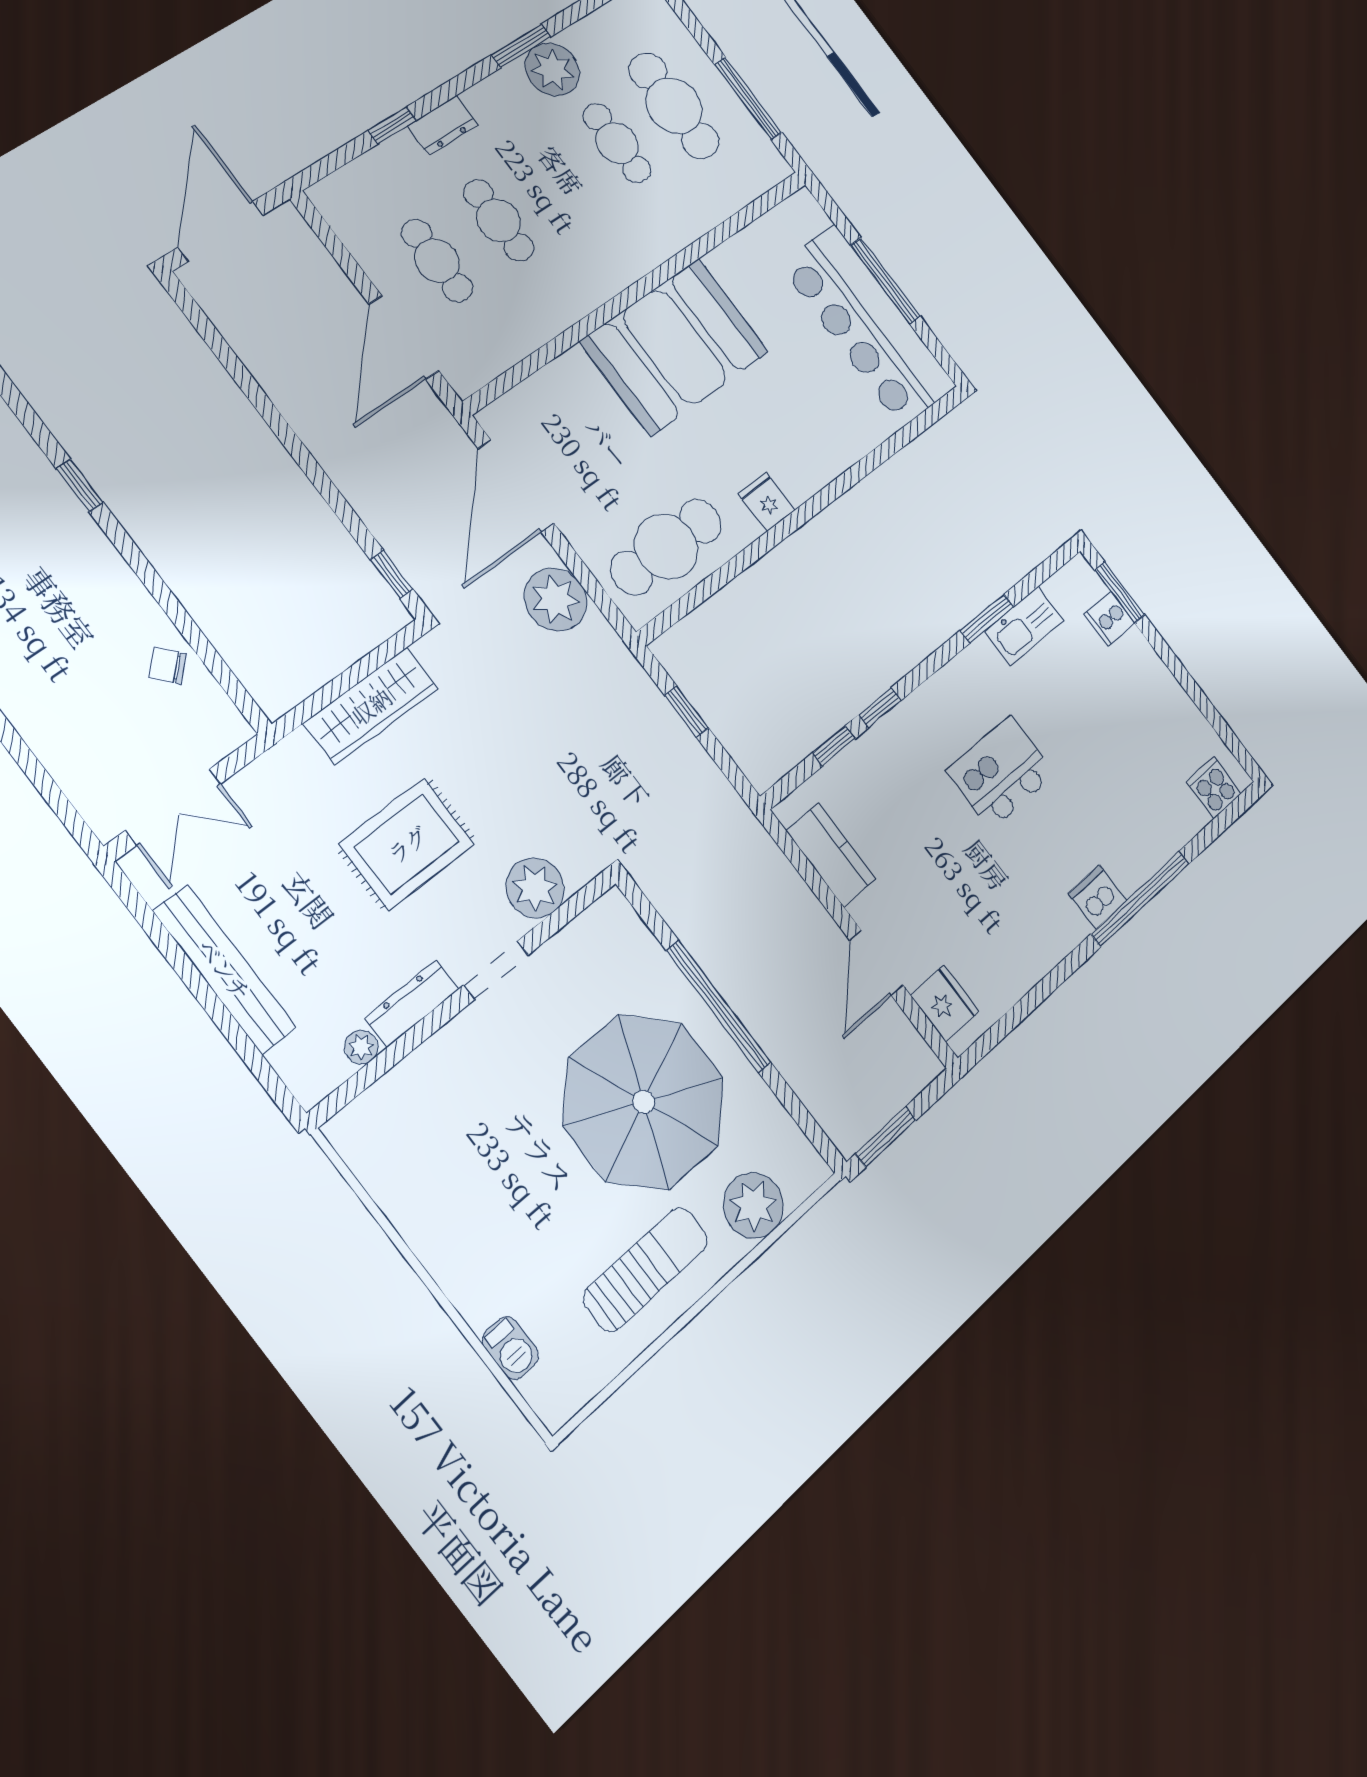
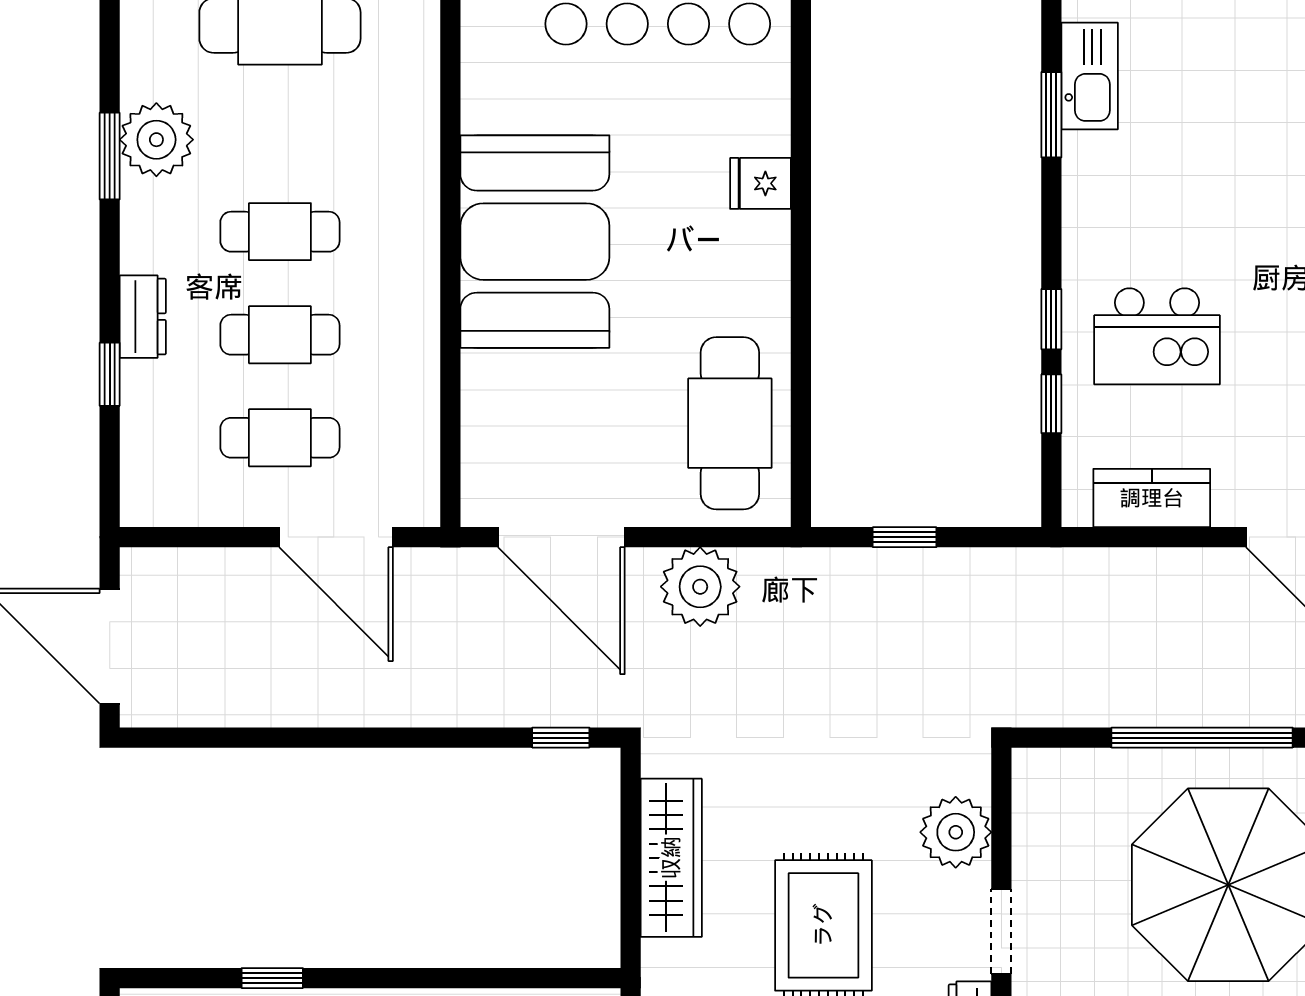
cafe table: (617, 143) -> (280, 232), moved
fridge: (766, 502) -> (760, 183), moved
kitchen island: (1001, 772) -> (1157, 336), moved, turned -90

